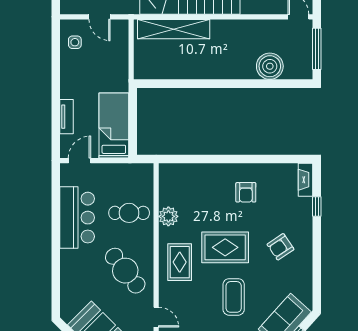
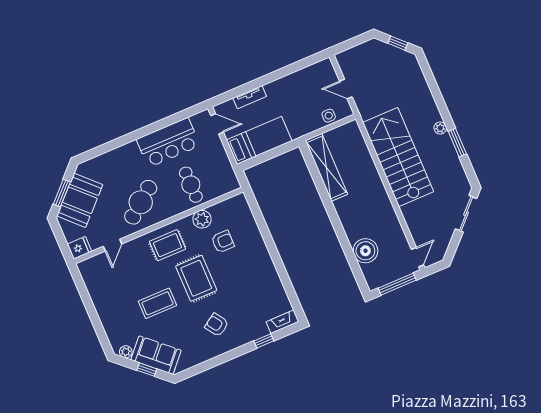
door: (99, 17) -> (346, 89), hinge flipped
shelving: (174, 29) -> (326, 167), moved
side table: (75, 42) -> (329, 116), moved
armchair: (246, 192) -> (223, 242), moved, turned 180

